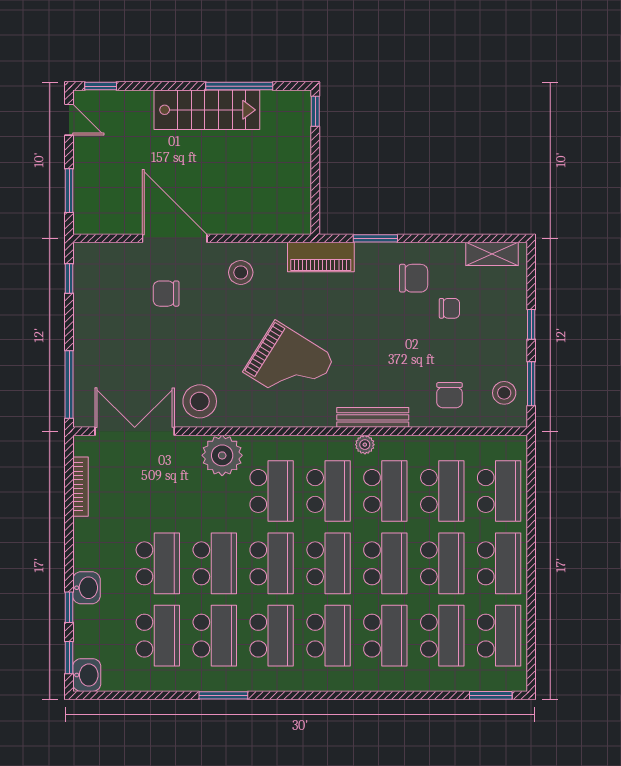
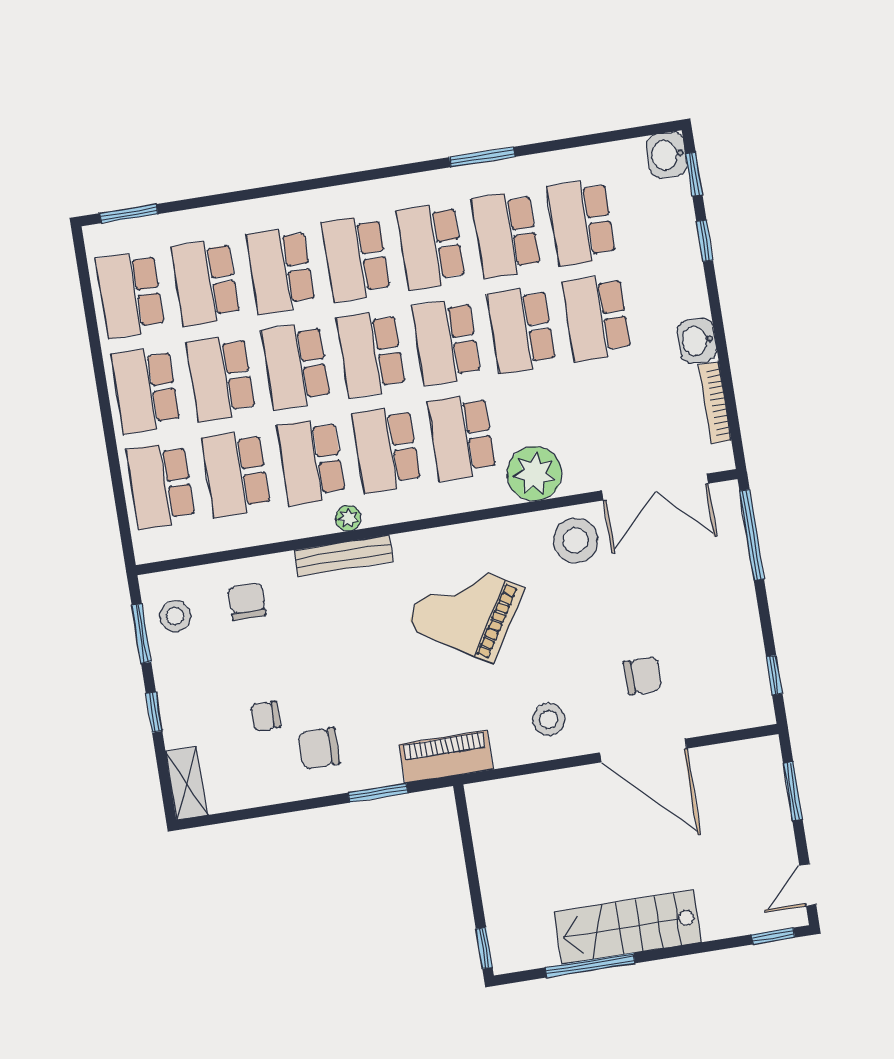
door: (69, 120) -> (808, 885), hinge flipped
shelving: (492, 254) -> (186, 783), moved, turned 90
washbasin: (86, 588) -> (697, 341), moved

